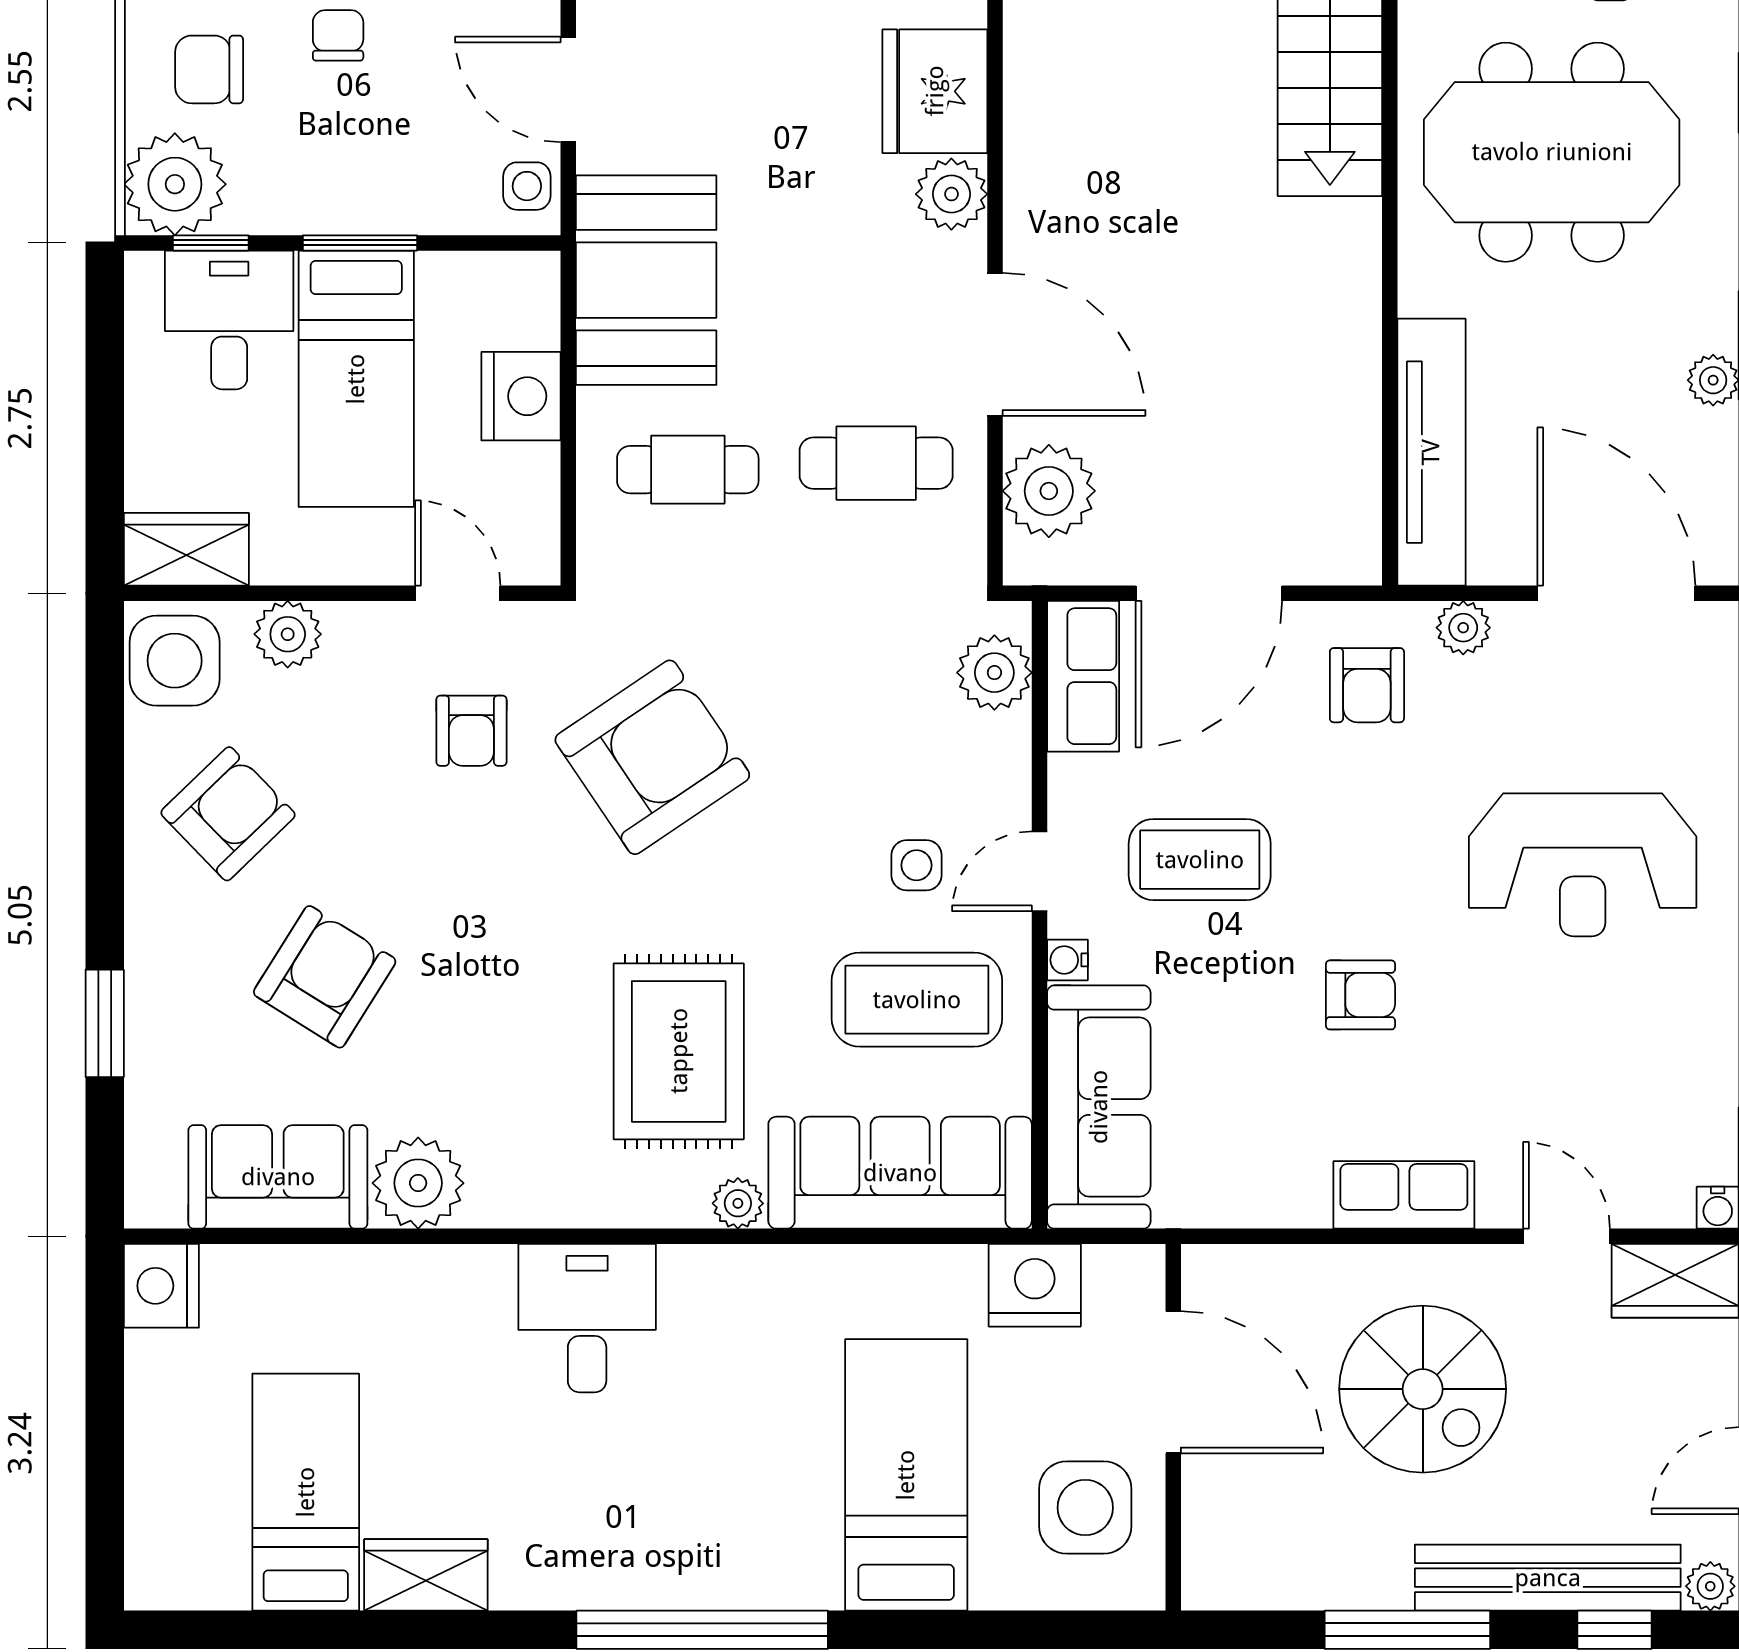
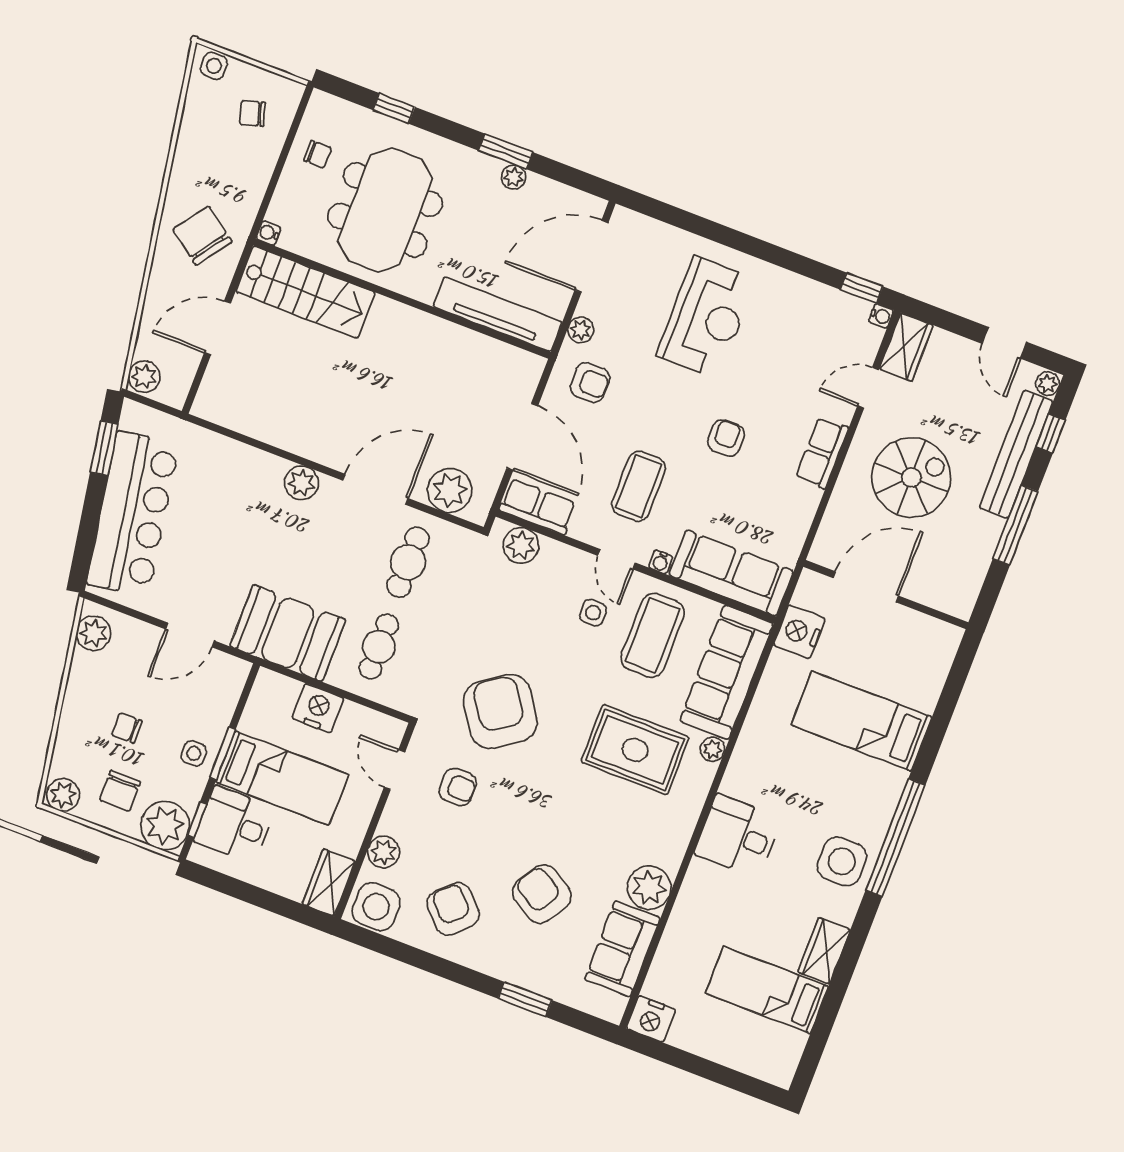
fridge: (935, 91) -> (253, 473), removed
side table: (527, 186) -> (194, 753), moved
door: (458, 593) -> (394, 770), hinge flipped
side table: (1085, 1508) -> (842, 861), moved

